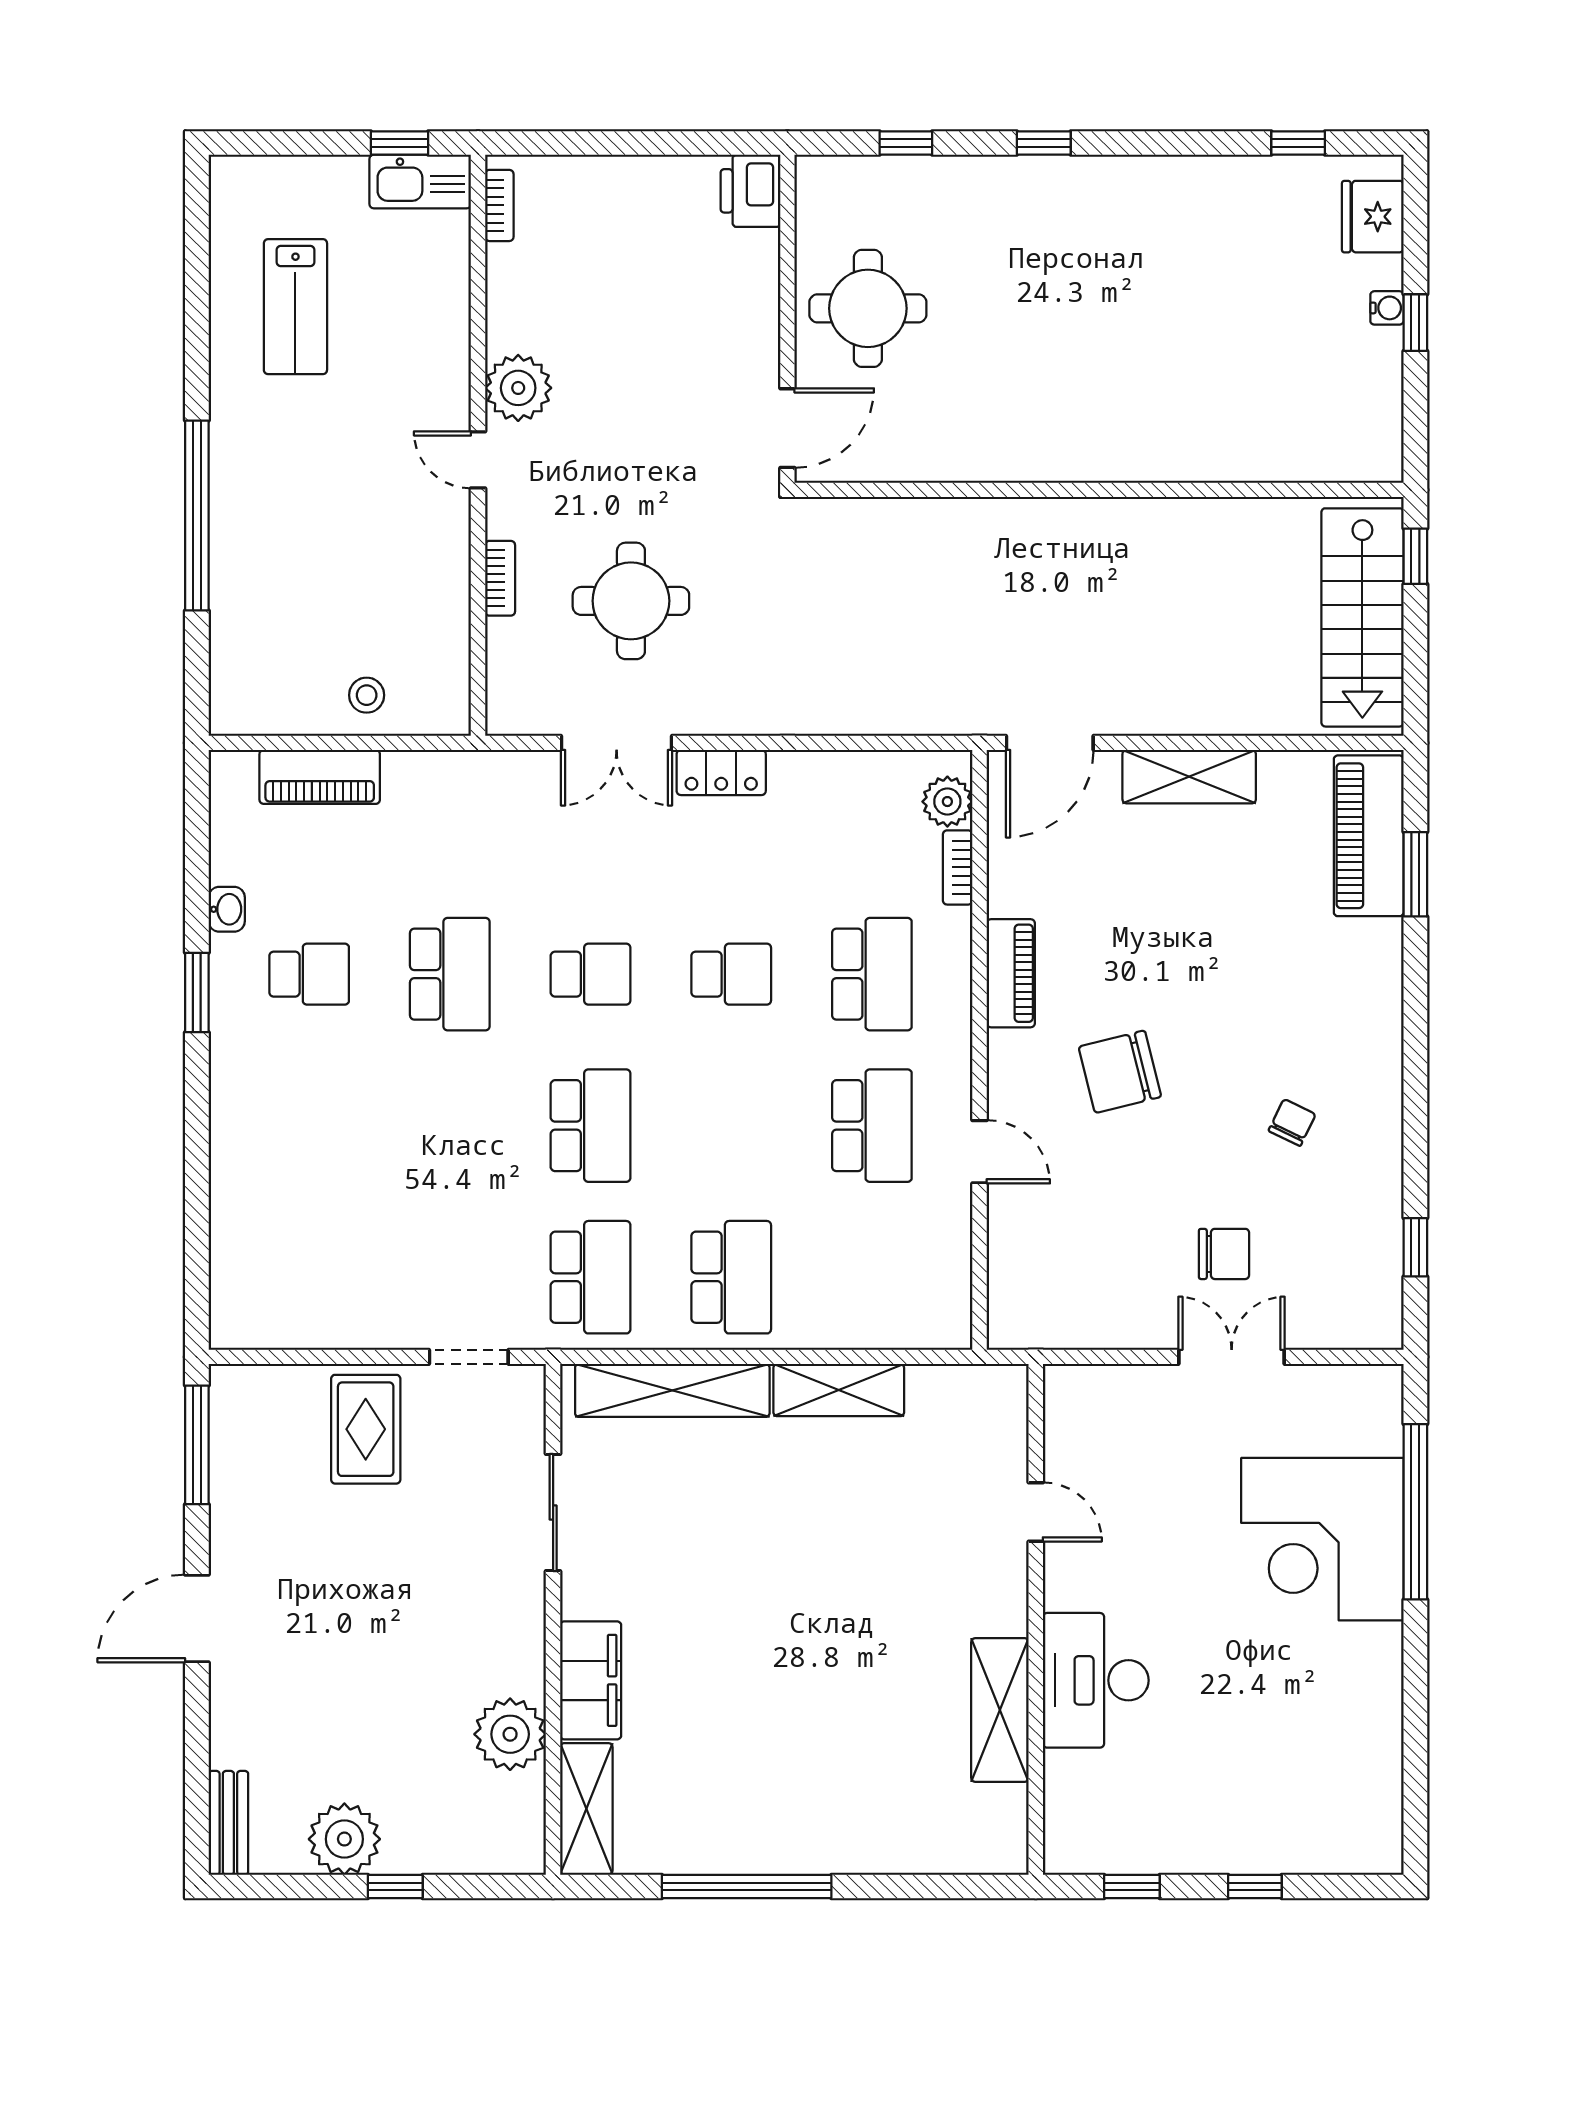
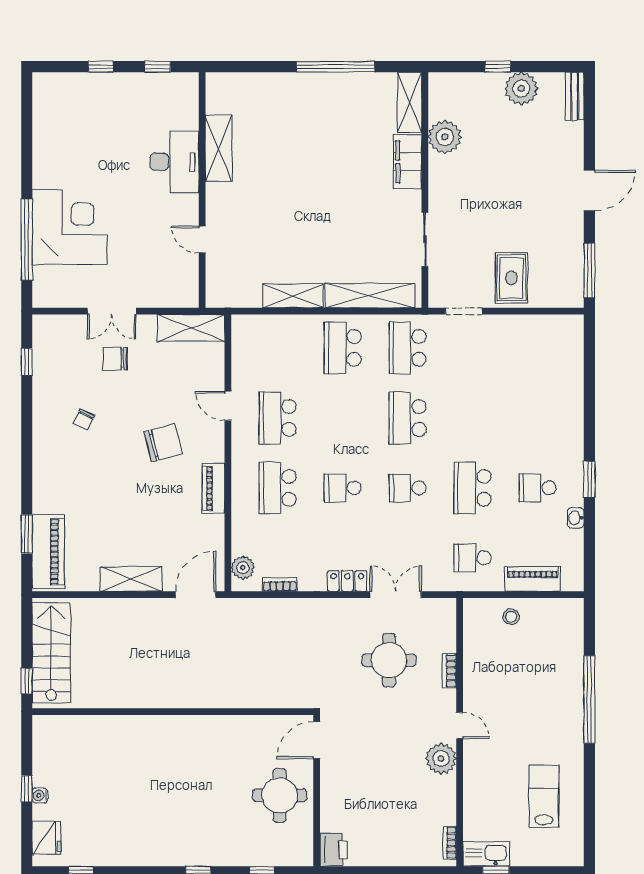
school desk: (450, 823) -> (473, 558), added
bookcase: (958, 867) -> (280, 585), moved, turned -90
shelving: (1059, 1321) -> (191, 328), added

